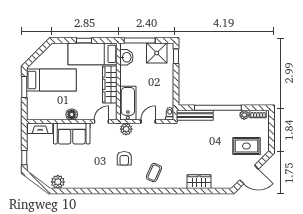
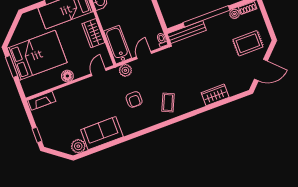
bed: (51, 80) -> (37, 55), width x1.50
wardrobe: (110, 84) -> (93, 33), width x0.67
sofa: (72, 133) -> (102, 133), moved, turned 180

